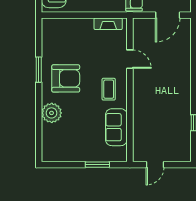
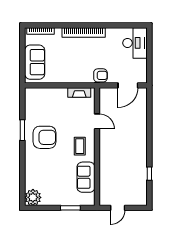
plant: (52, 113) -> (33, 197), moved

